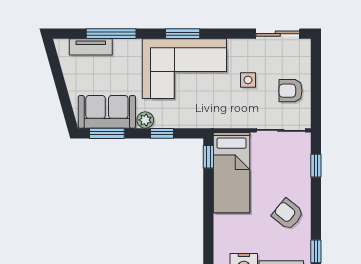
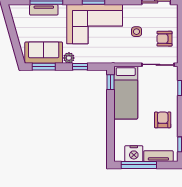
tv unit: (91, 47) -> (44, 10), moved
armchair: (288, 214) -> (163, 120), turned 51

